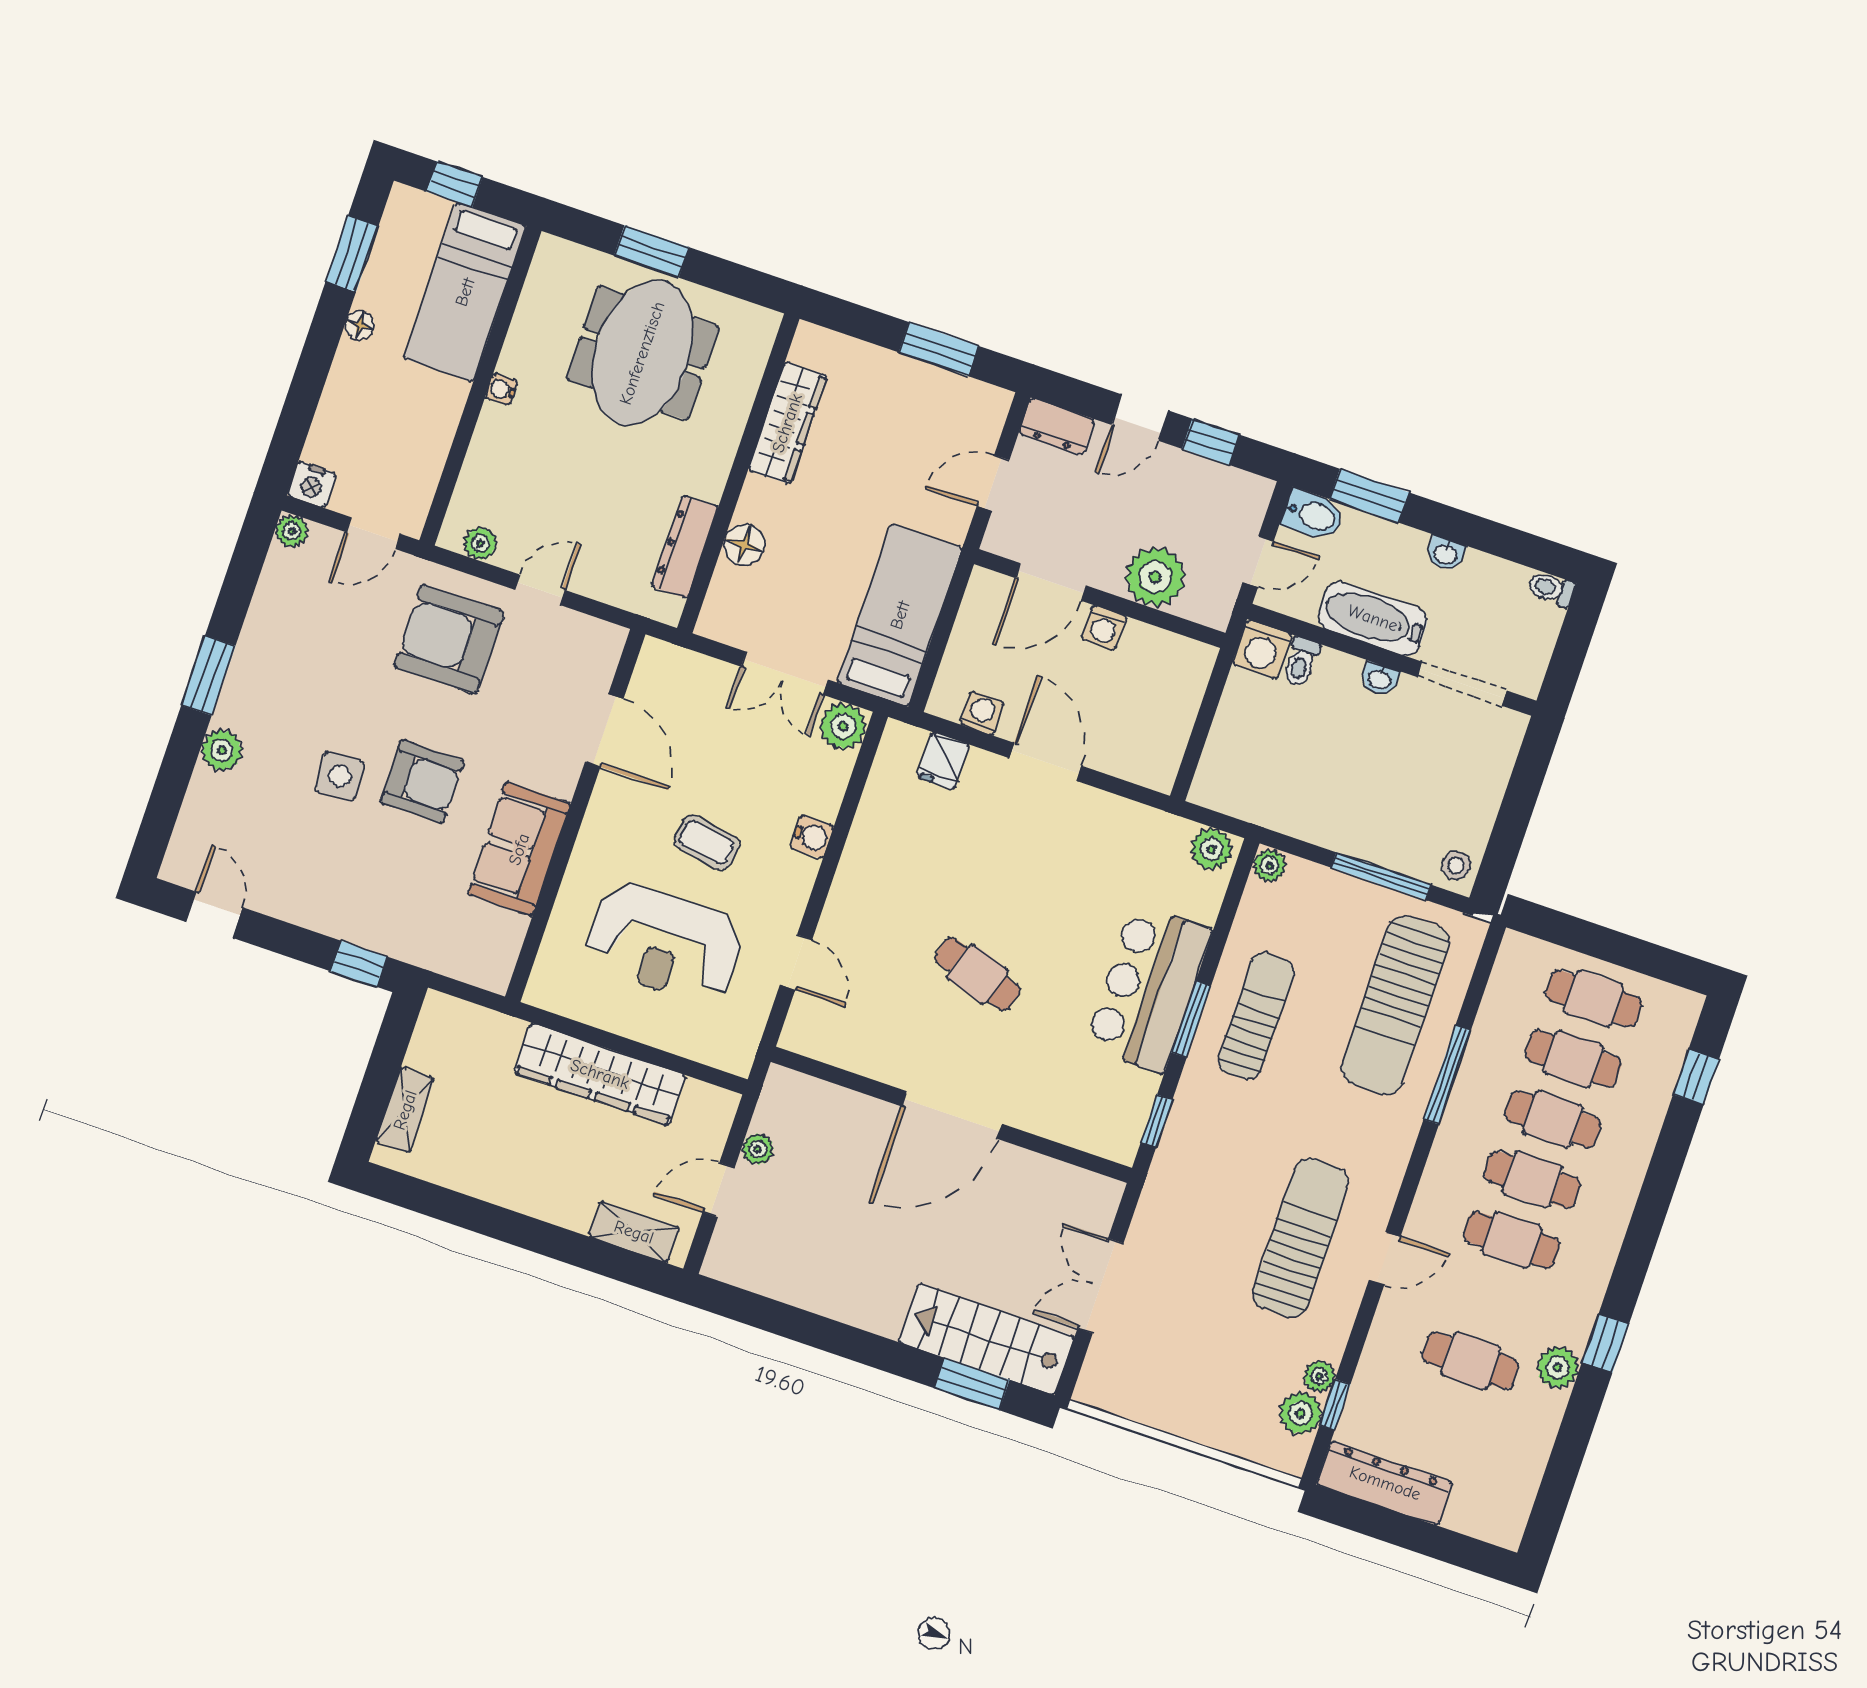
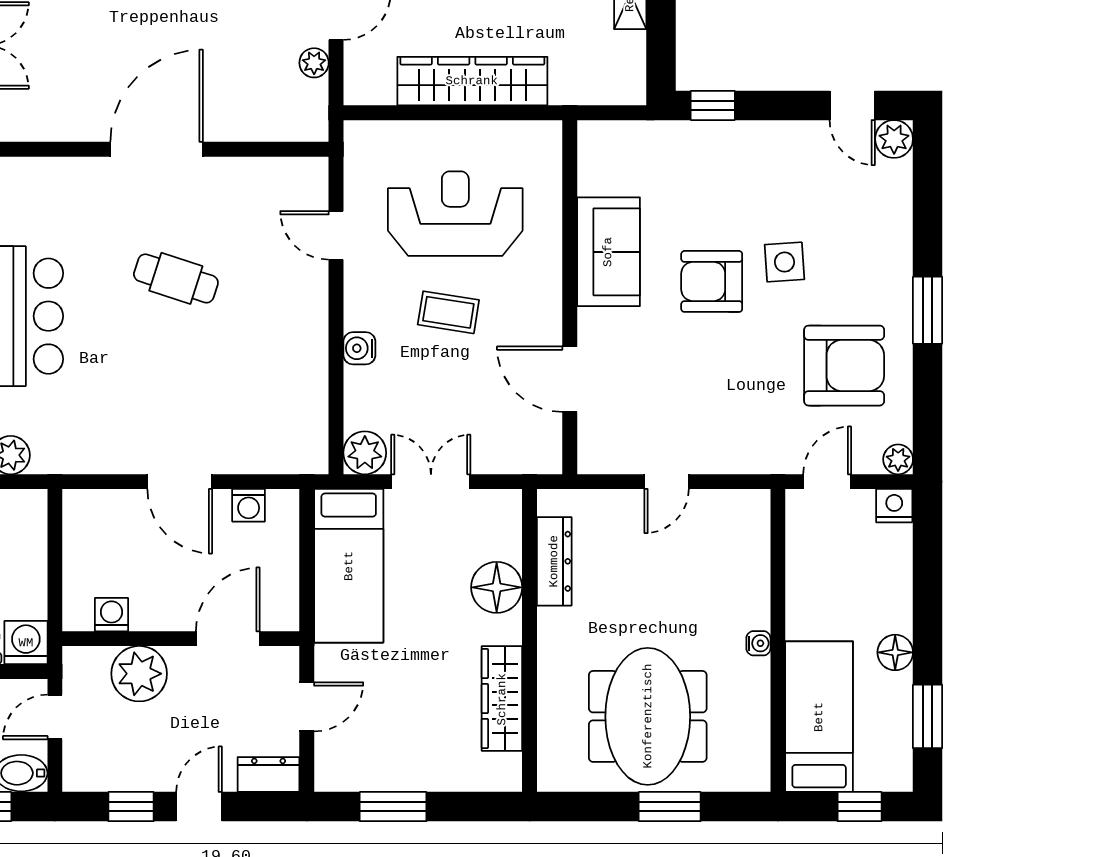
floor lamp: (360, 325) -> (895, 652), width x1.37, depth x1.37
plant: (480, 543) -> (732, 504), removed
floor lamp: (744, 545) -> (497, 587), width x1.38, depth x1.38
washing machine: (1104, 628) -> (111, 615), moved
armchair: (449, 639) -> (844, 366), moved
plant: (222, 750) -> (894, 139), moved
fridge: (943, 761) -> (268, 452), removed

